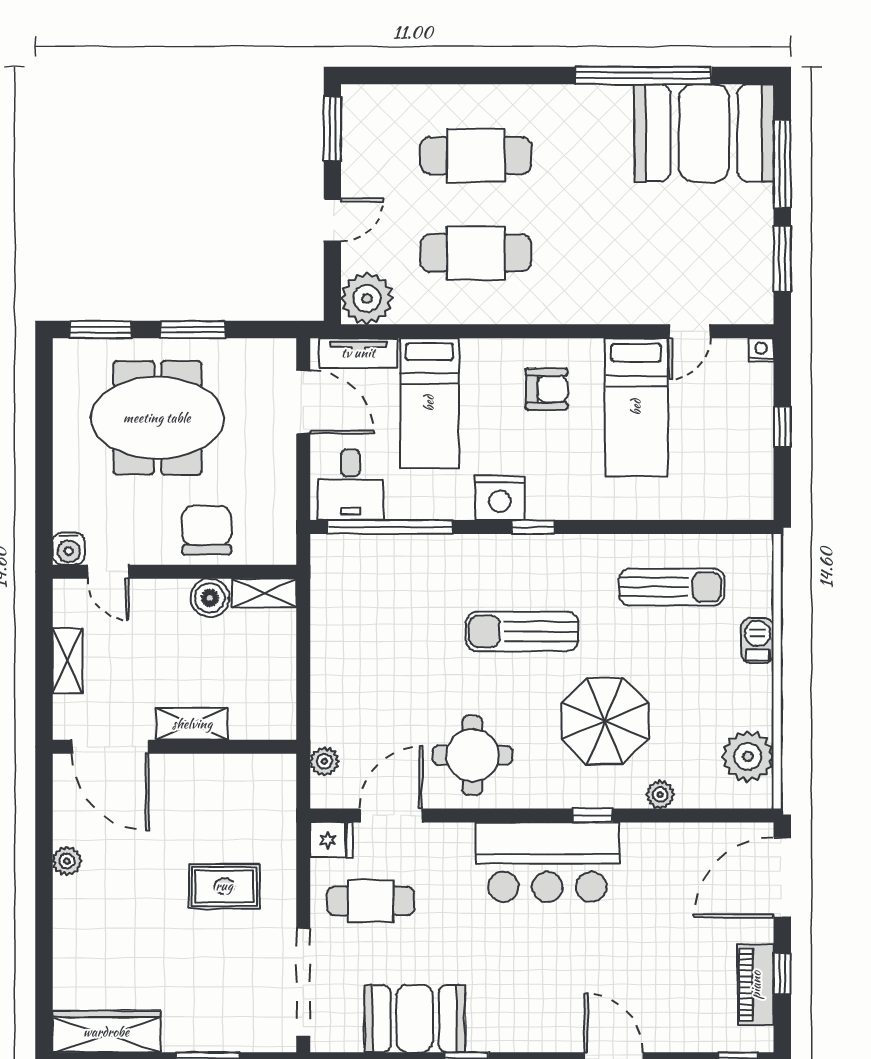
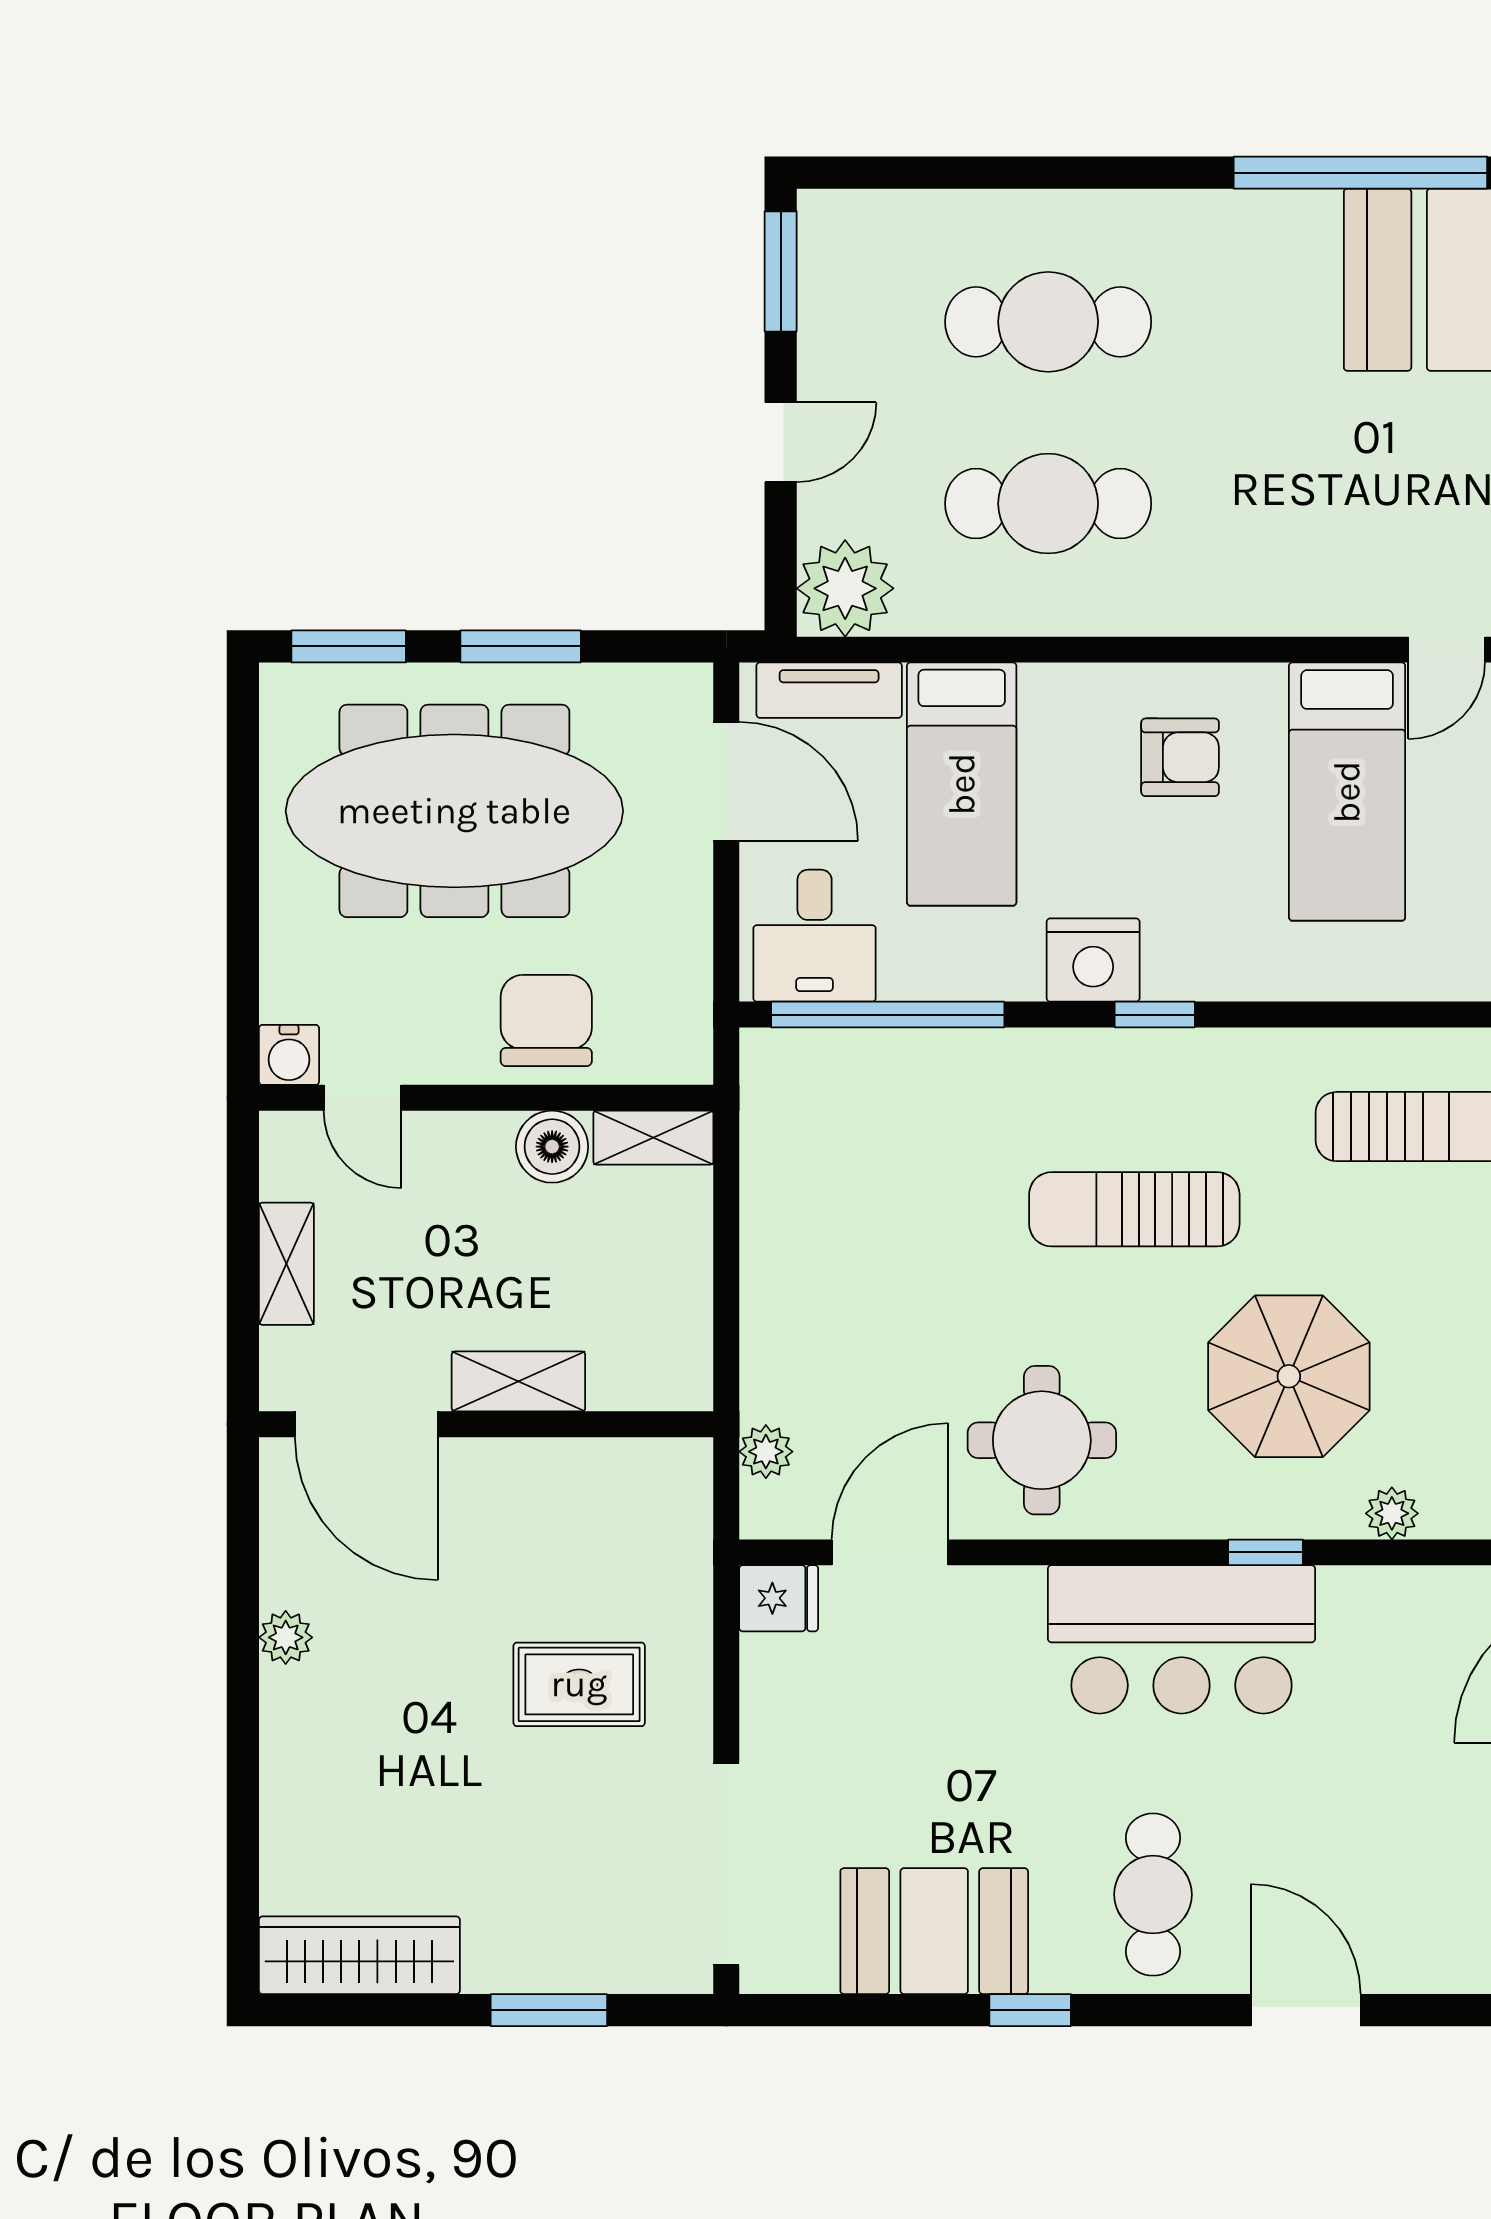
meeting table: (157, 418) -> (454, 811), width x1.36
cafe table: (371, 901) -> (1153, 1895), moved, turned 90

